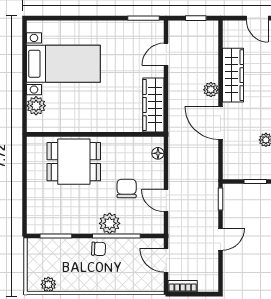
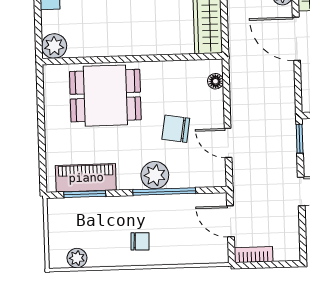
plant: (36, 106) -> (54, 46), moved
chair: (127, 188) -> (176, 129), turned -81
piano: (57, 224) -> (86, 178), added
chair: (99, 249) -> (140, 241), moved

